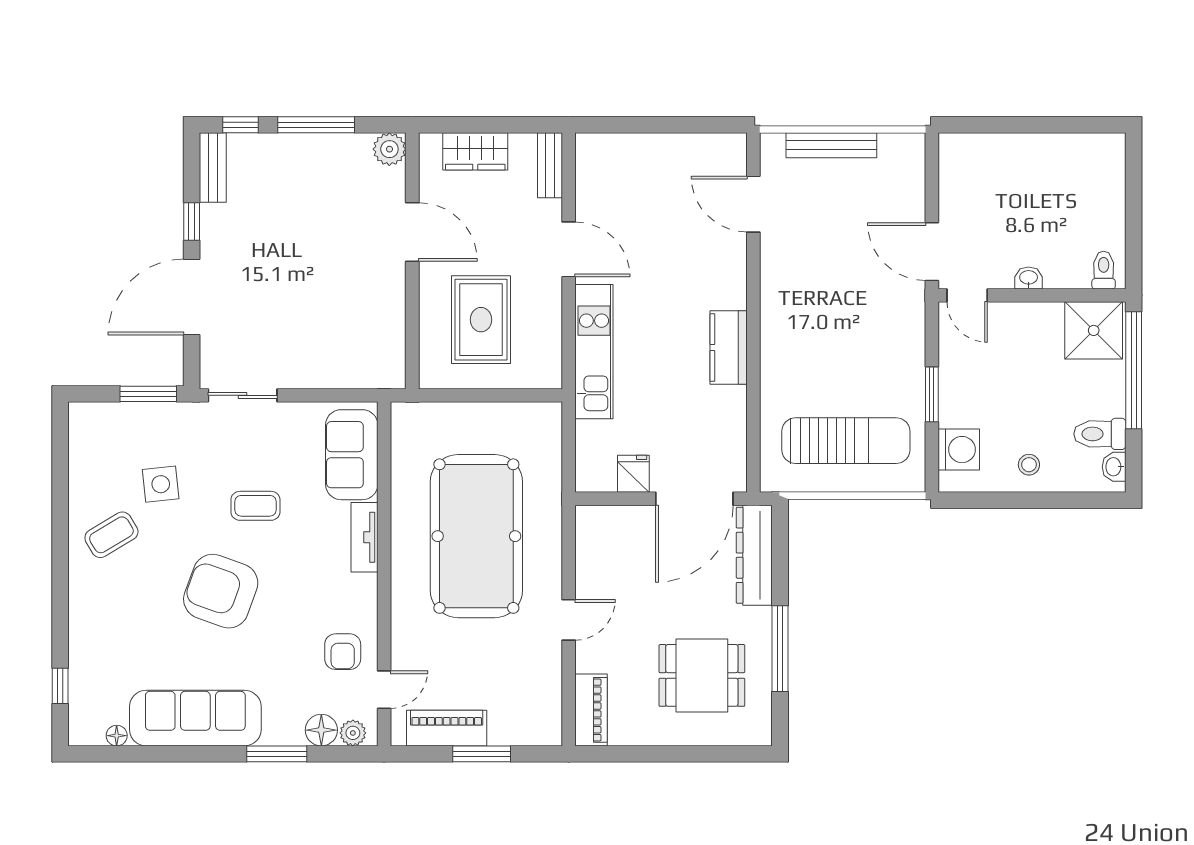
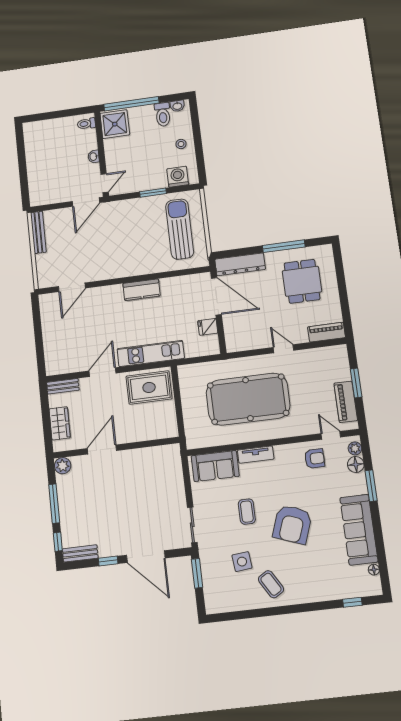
bench: (831, 145) -> (38, 232), moved
rug: (481, 320) -> (149, 387), moved

